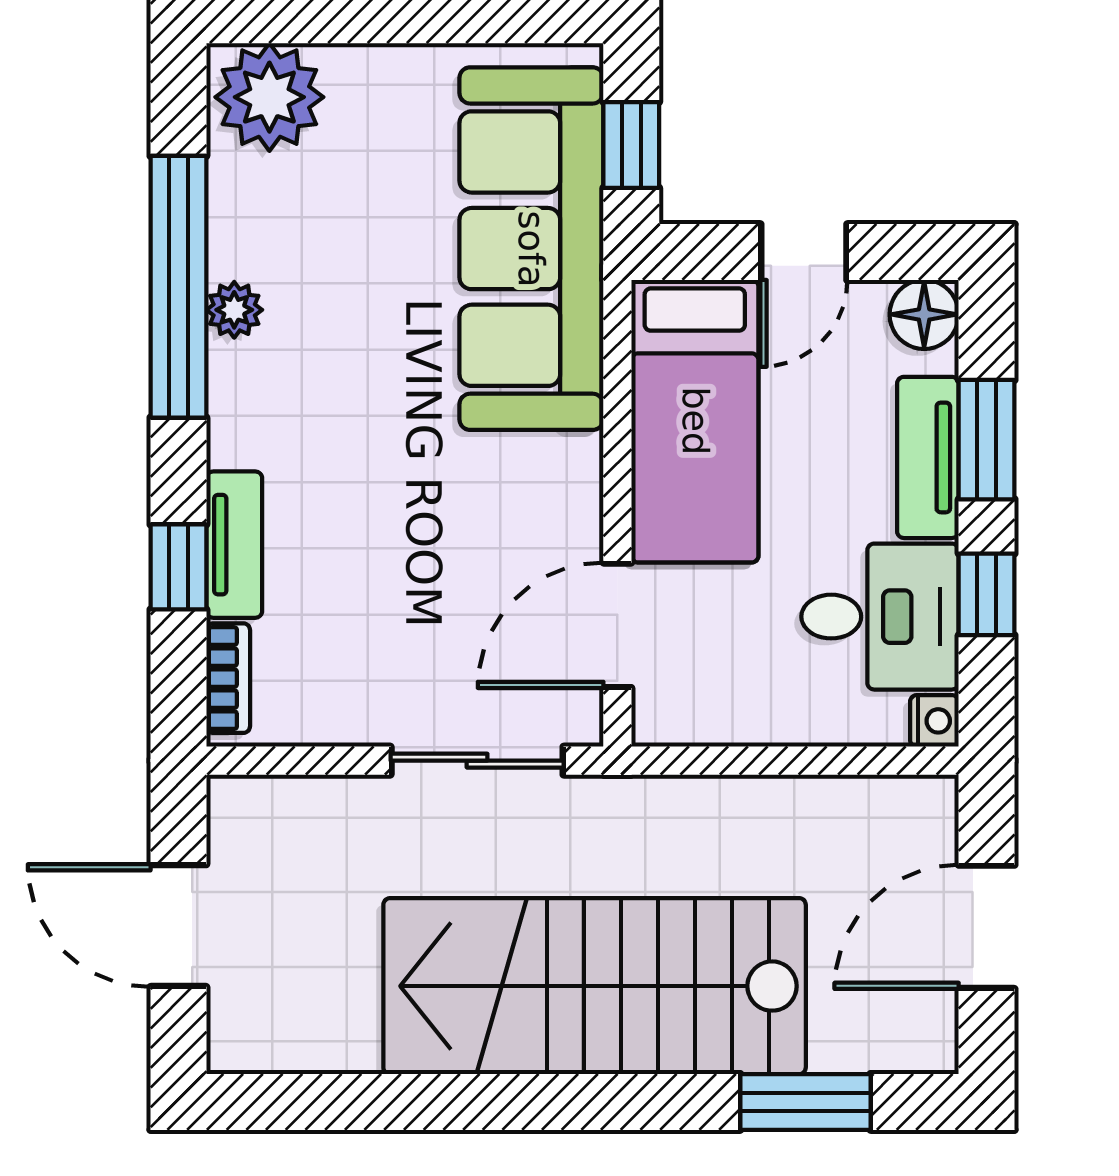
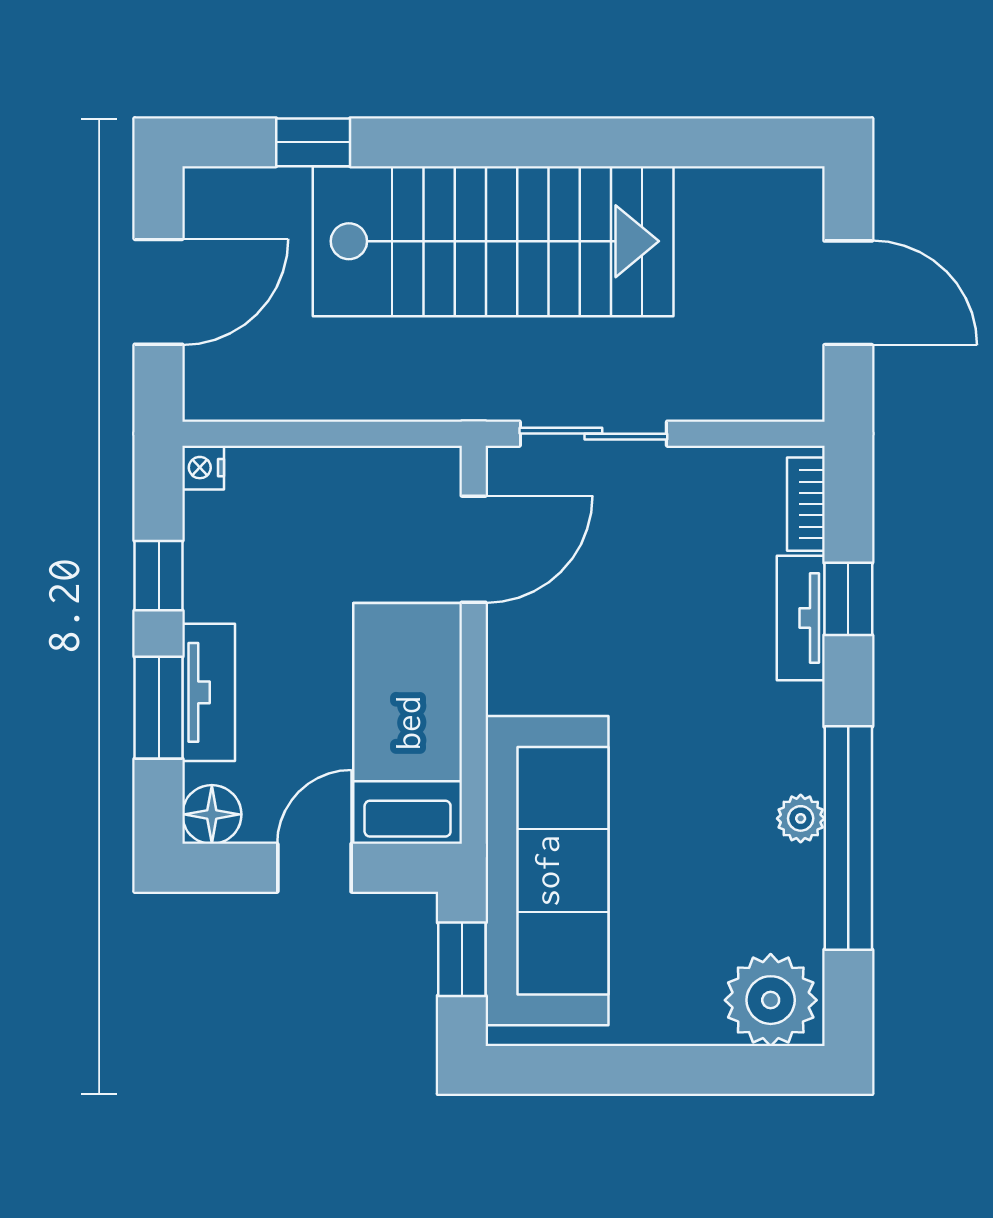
desk: (880, 617) -> (249, 557), removed
window: (805, 1102) -> (313, 142), width x0.67

